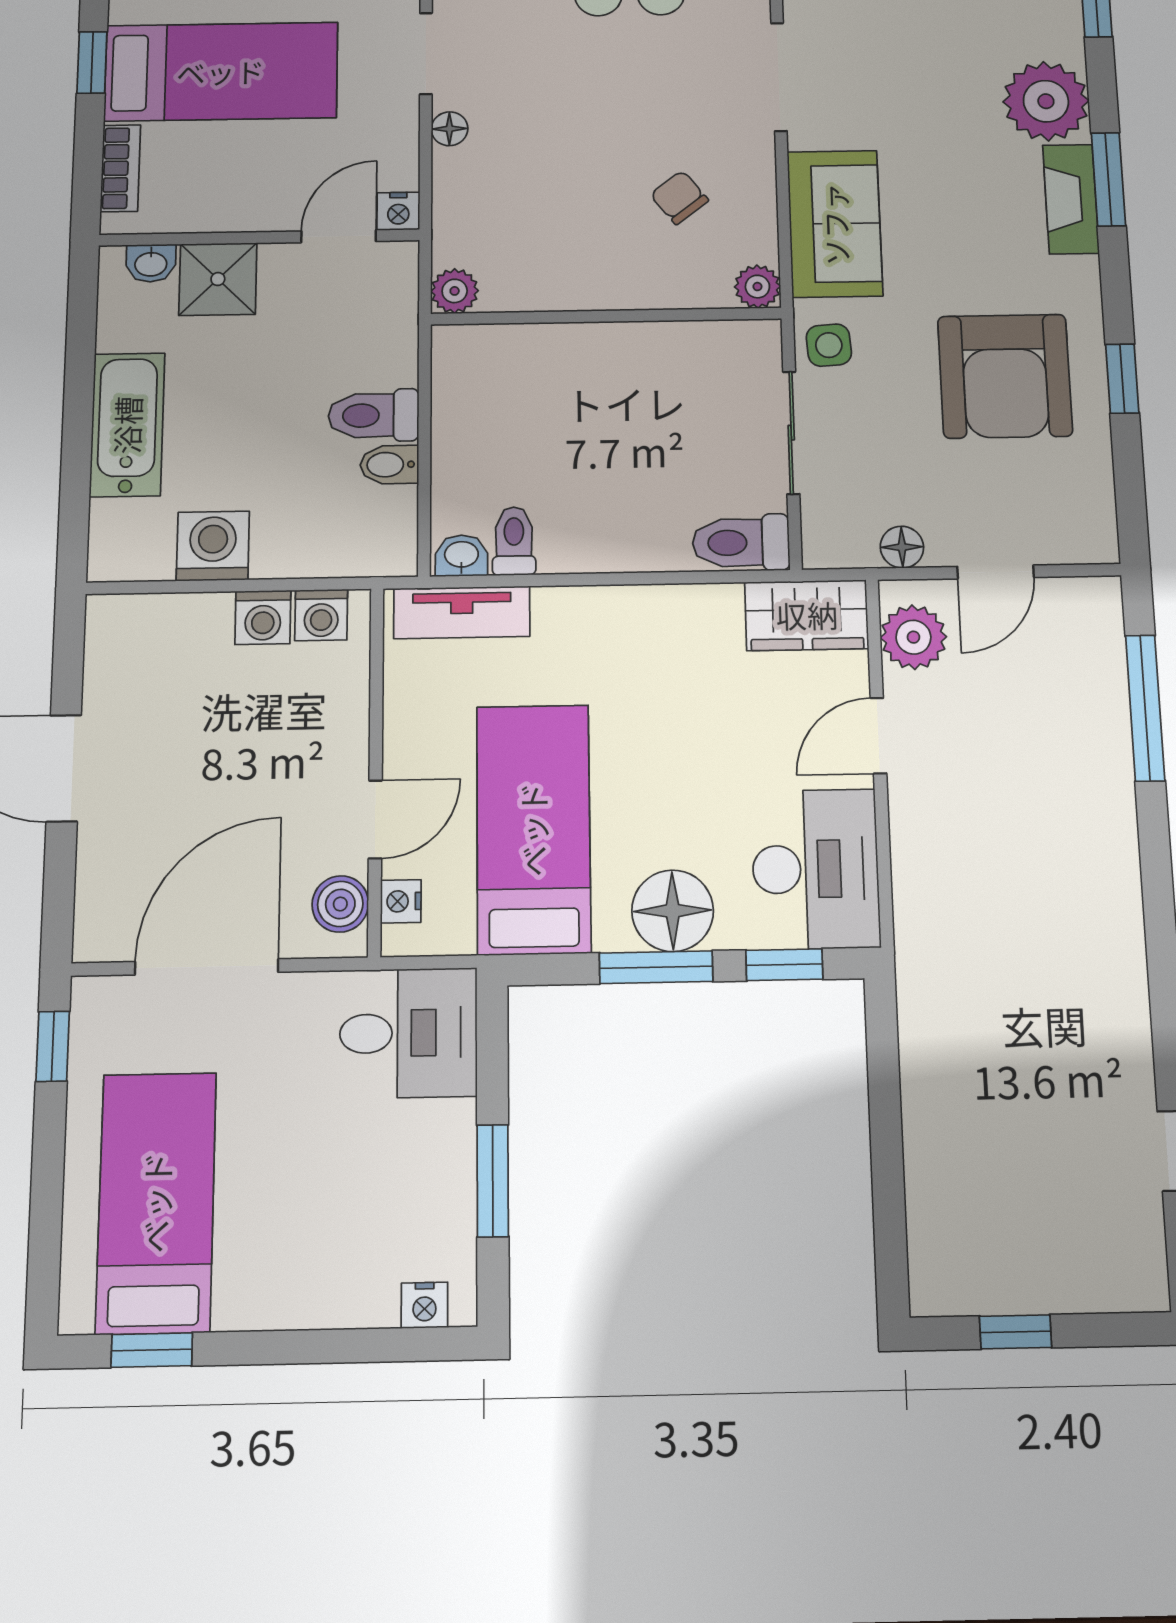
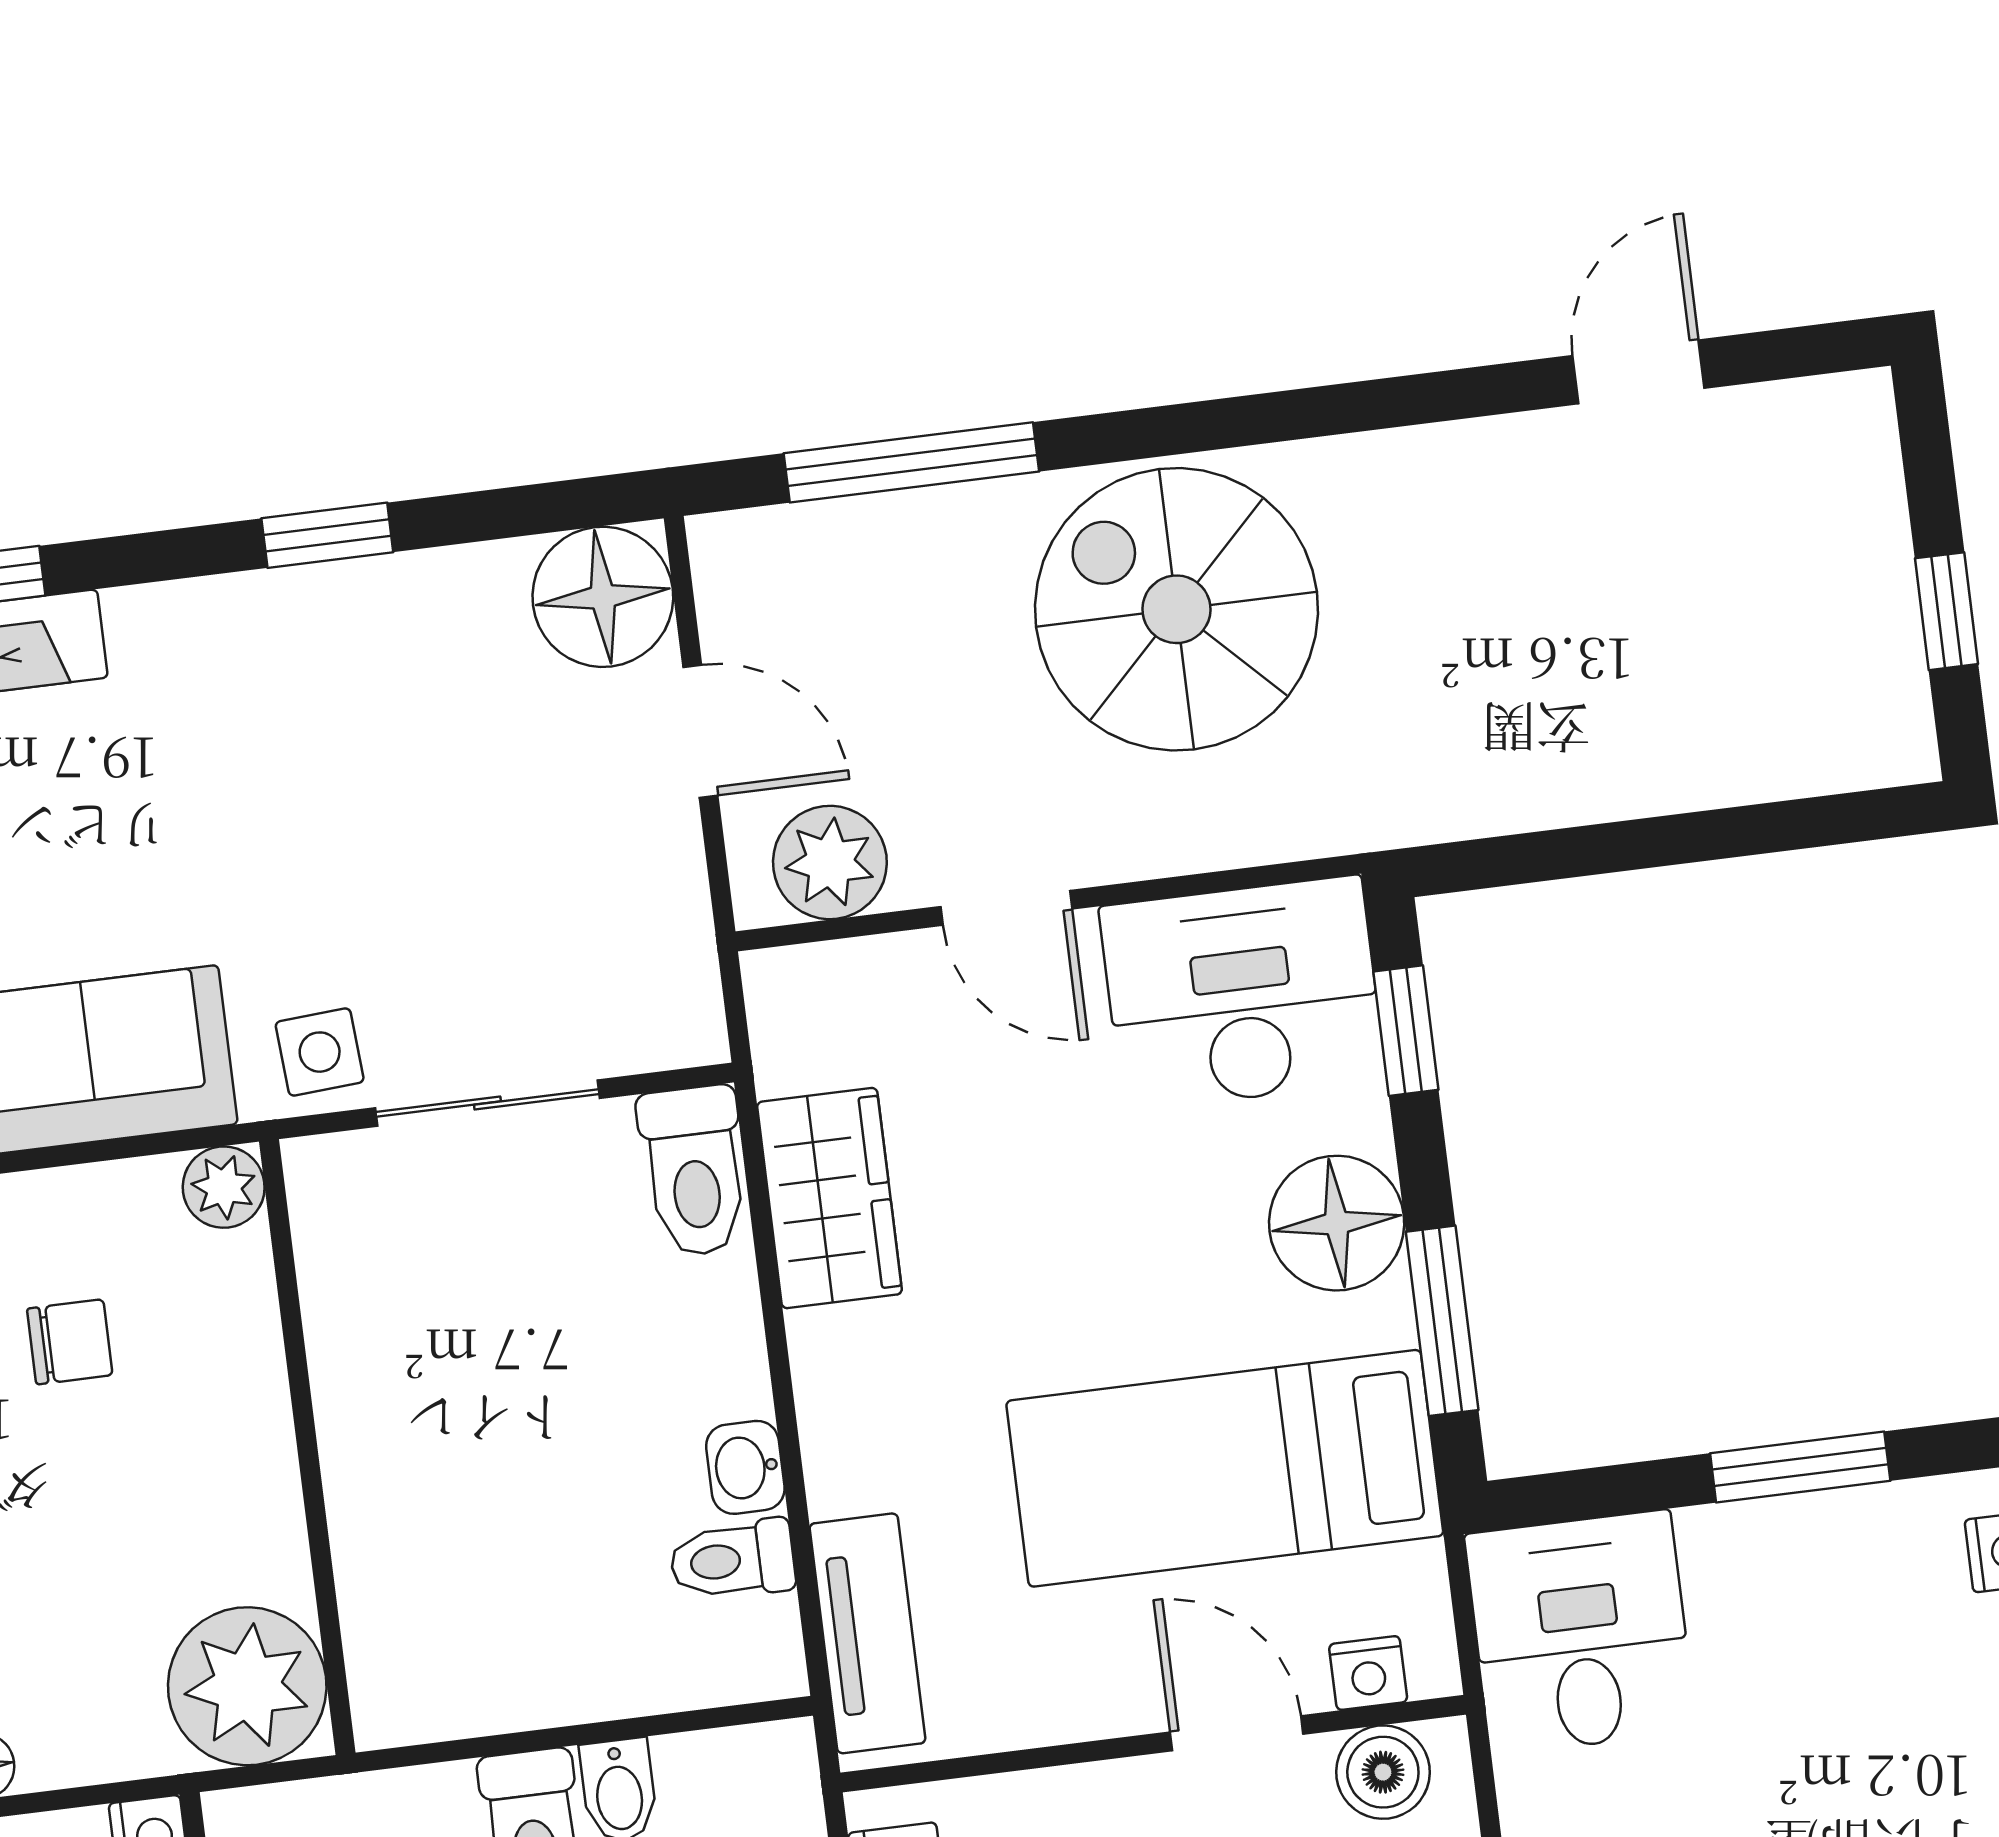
chair: (679, 197) -> (70, 1342), turned -142
plant: (455, 291) -> (247, 1686), width x1.87, depth x1.87
armchair: (1005, 376) -> (344, 740), removed
floor lamp: (902, 547) -> (603, 597), moved, width x1.89, depth x1.89
washbasin: (461, 556) -> (745, 1467), moved
wardrobe: (807, 615) -> (830, 1198), moved
spiral stairs: (1048, 854) -> (1176, 609), added
window: (656, 967) -> (1442, 1321), moved

